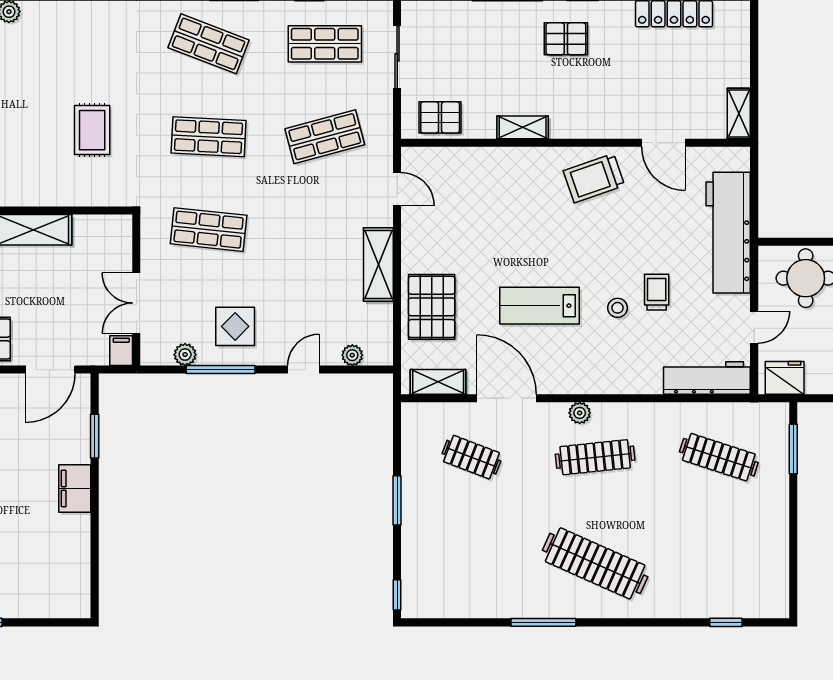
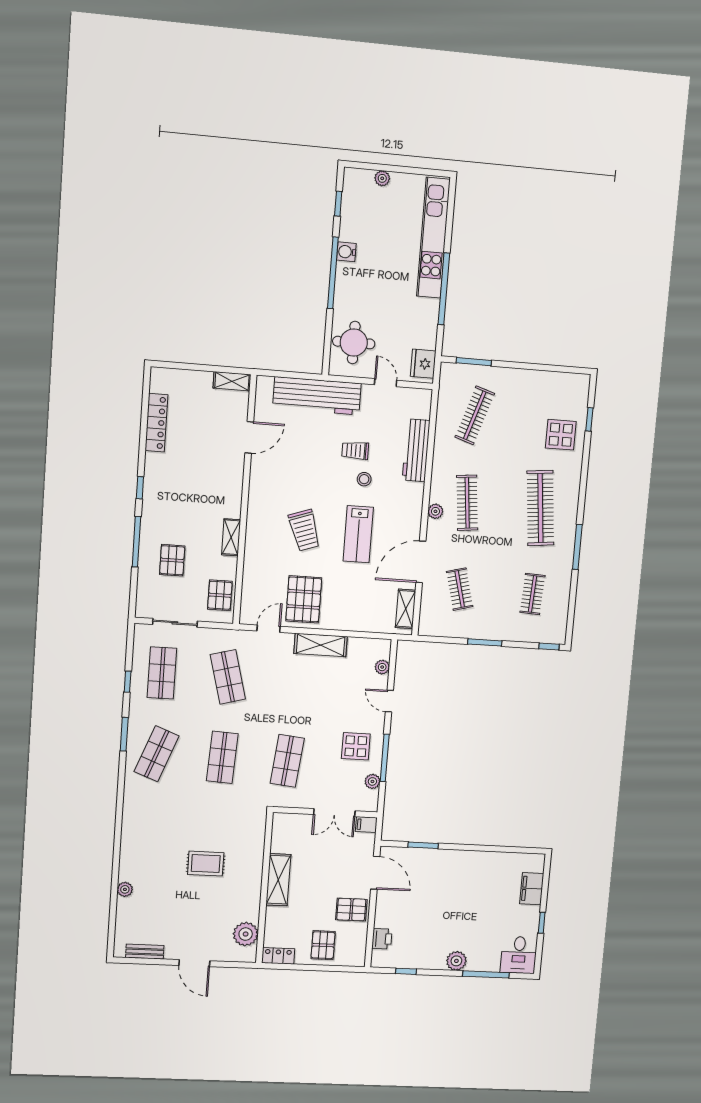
pallet: (566, 39) -> (172, 560), moved
rug: (92, 130) -> (206, 864), moved
trolley: (594, 178) -> (304, 530), moved
pallet: (432, 307) -> (304, 599), moved, turned 90
workbench: (707, 378) -> (416, 450), moved
clothes rail: (471, 457) -> (460, 589), turned -36
filing cabinet: (75, 488) -> (532, 889), moved, turned 90
clothes rail: (471, 563) -> (532, 594), added
clothes rail: (595, 563) -> (540, 508), turned -30
display table: (701, 583) -> (561, 435), added

